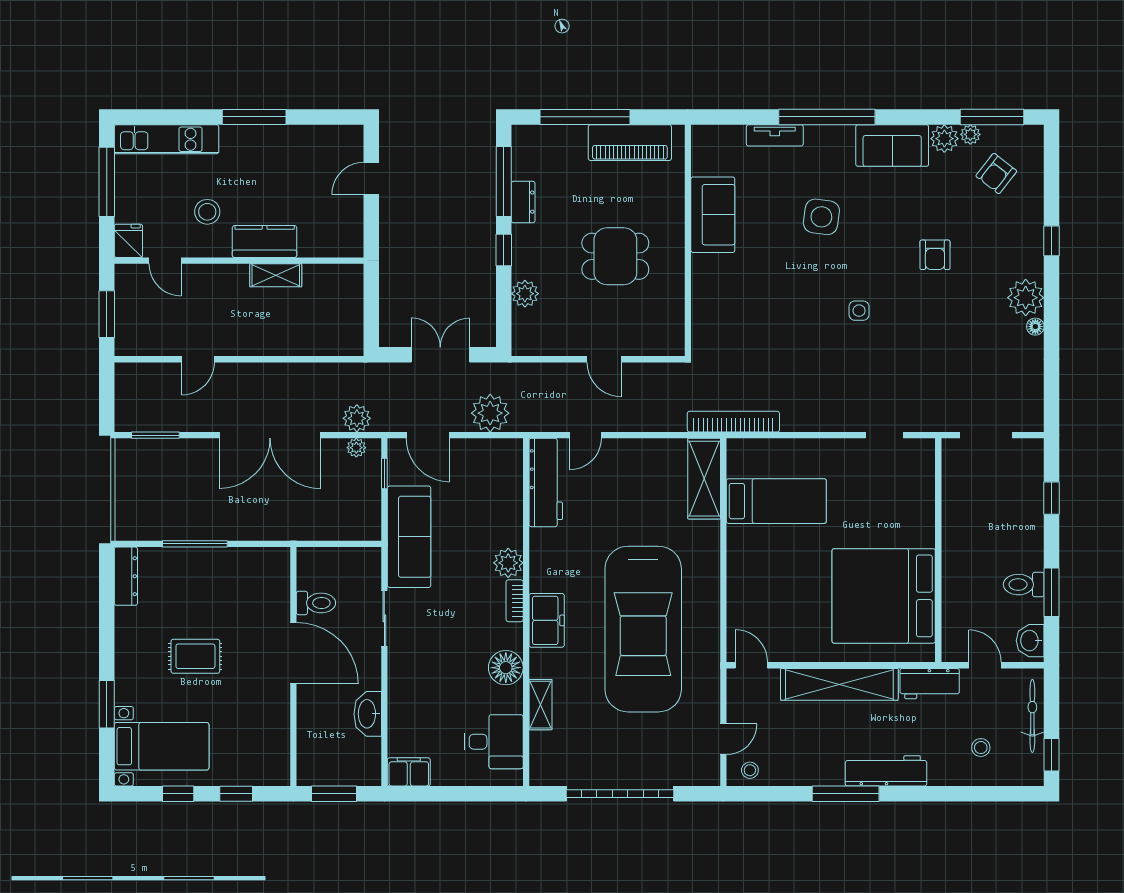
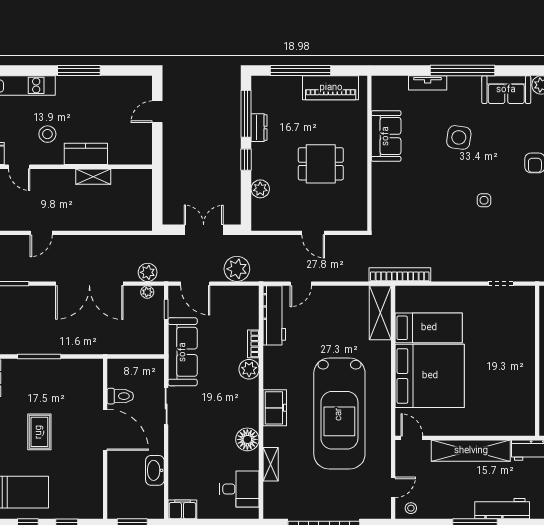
bed: (884, 596) -> (430, 376), moved, turned 180
bookcase: (515, 601) -> (253, 344), moved
rug: (195, 656) -> (39, 432), turned 90

